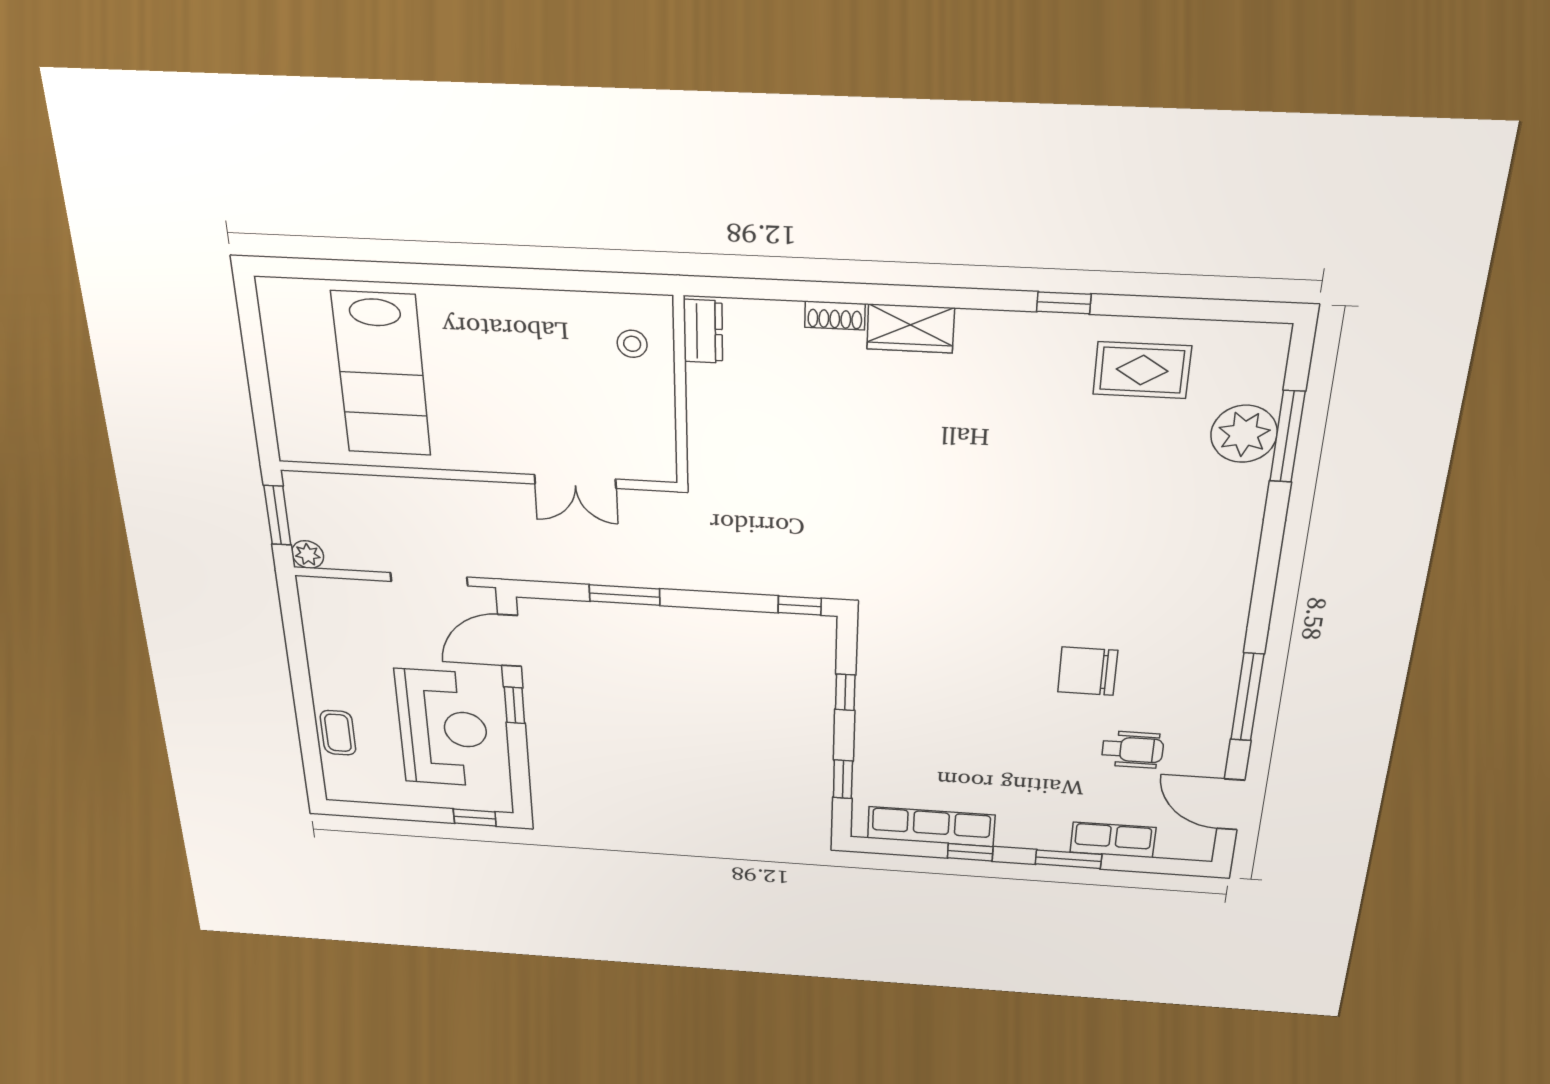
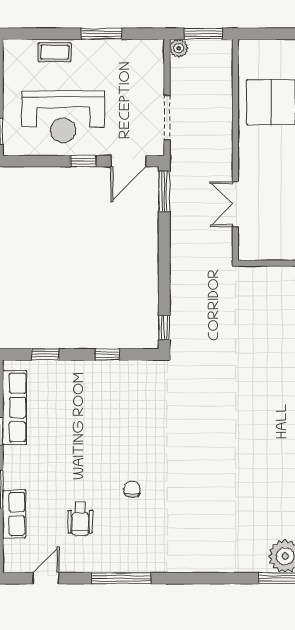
window: (625, 595) -> (164, 191), moved
door: (510, 641) -> (129, 161), swing flipped
window: (299, 666) -> (102, 34), added
chair: (1088, 671) -> (132, 489), width x0.54, depth x0.54
door: (1231, 804) -> (46, 578), width x0.73

